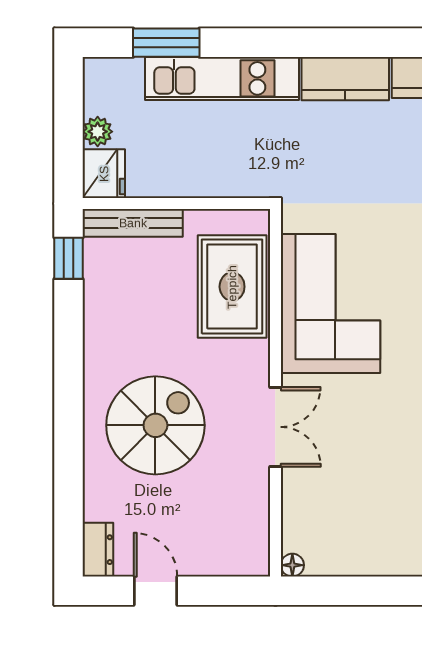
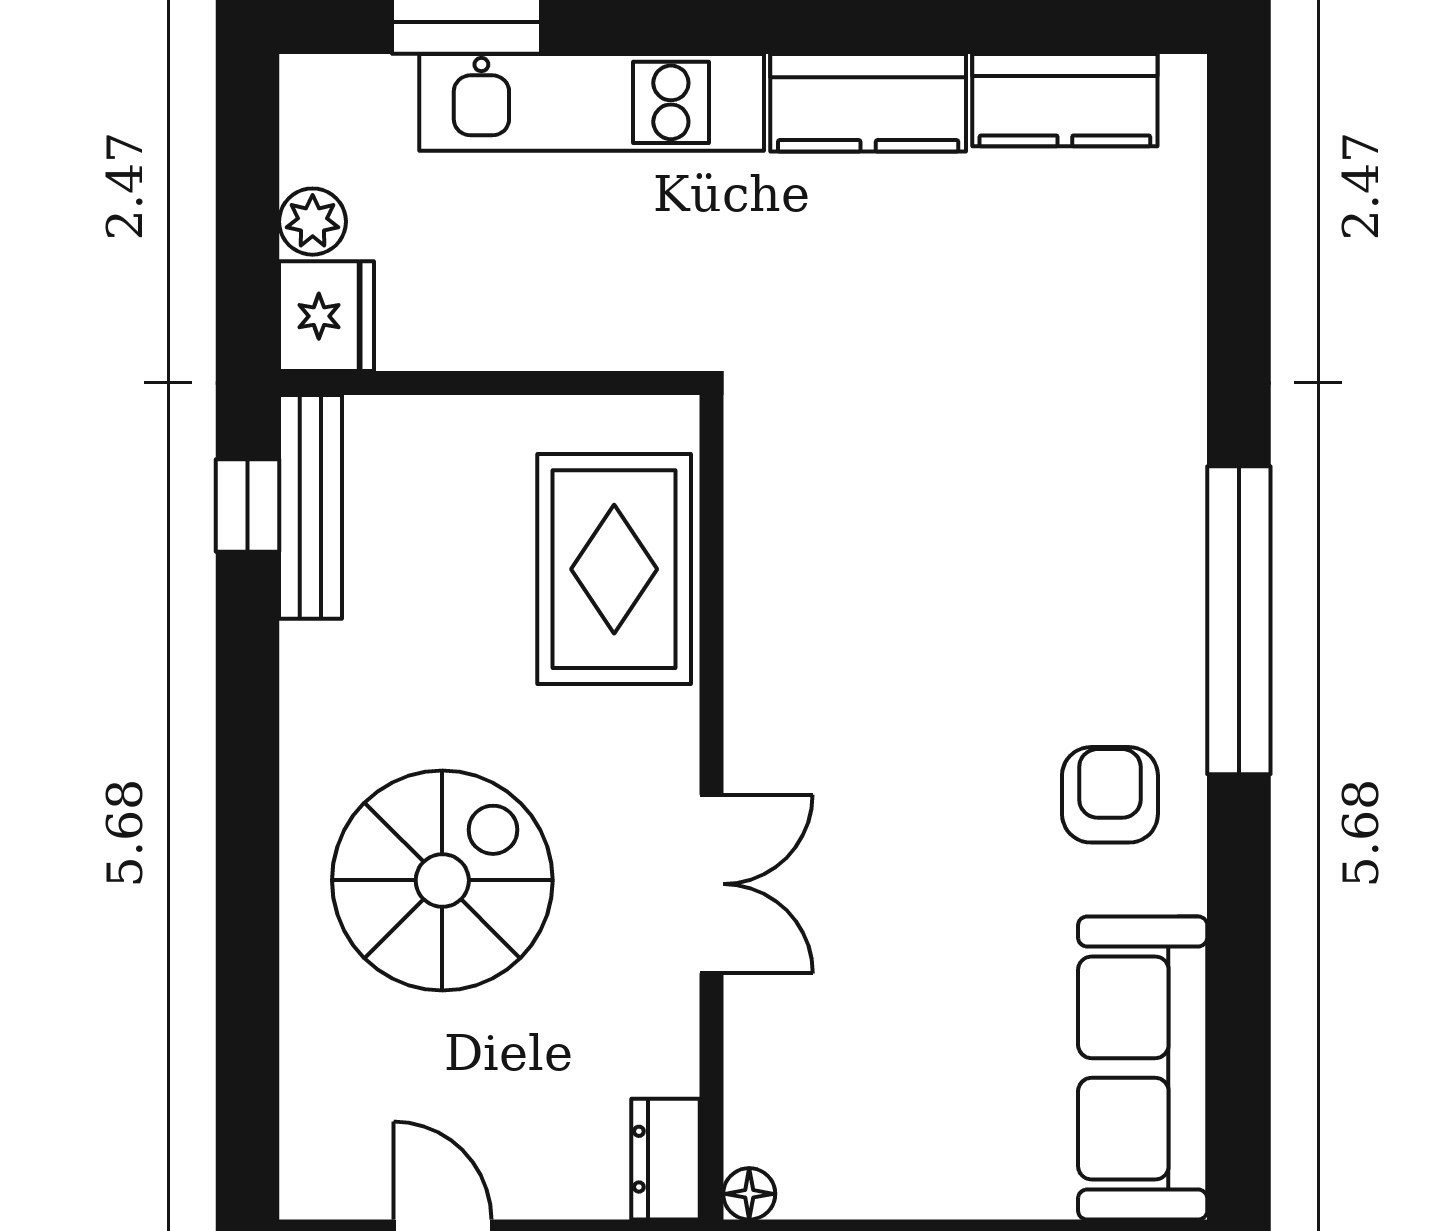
bench: (133, 223) -> (311, 507), moved, turned 90
corner sofa: (330, 304) -> (835, 607), removed
dresser: (98, 550) -> (666, 1159), moved, turned 180

